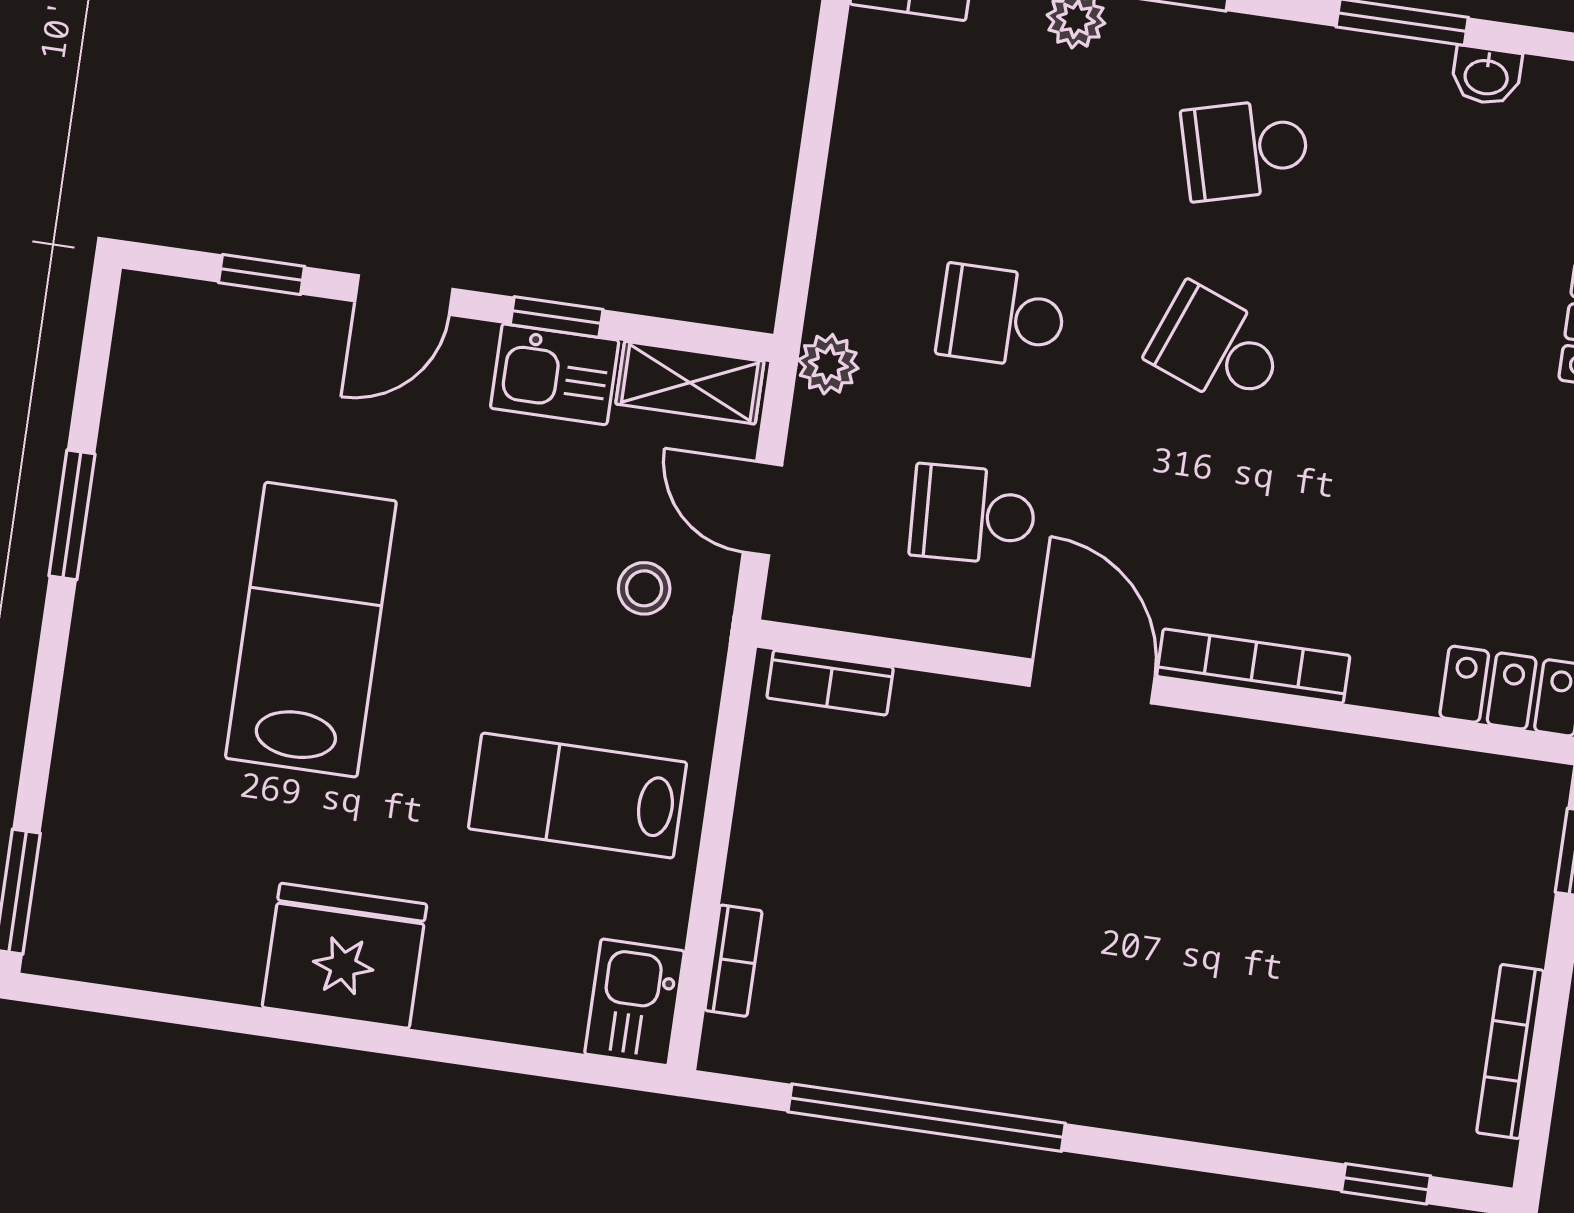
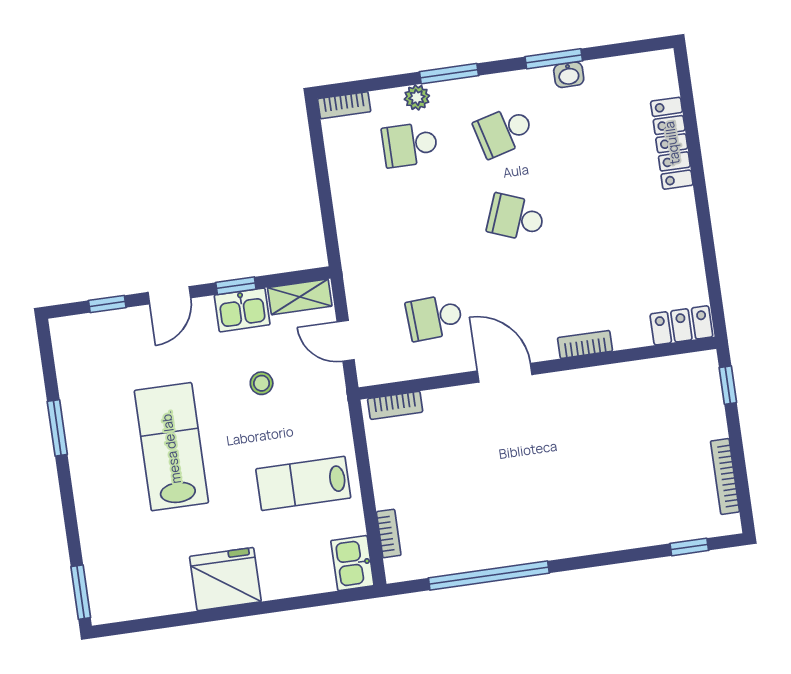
washbasin: (1486, 76) -> (569, 75), moved
school desk: (1001, 316) -> (410, 145), moved
plant: (828, 364) -> (355, 272), removed
stool: (644, 588) -> (262, 383), moved
bookcase: (1253, 666) -> (585, 344), width x0.64

